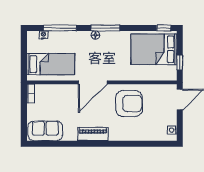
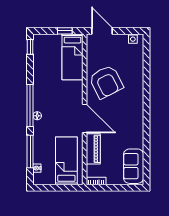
window: (106, 28) -> (30, 106), width x1.46
bed: (154, 49) -> (73, 57), moved, width x0.67
armchair: (129, 103) -> (106, 82), turned 153
piano: (93, 134) -> (93, 149), moved, turned 180

